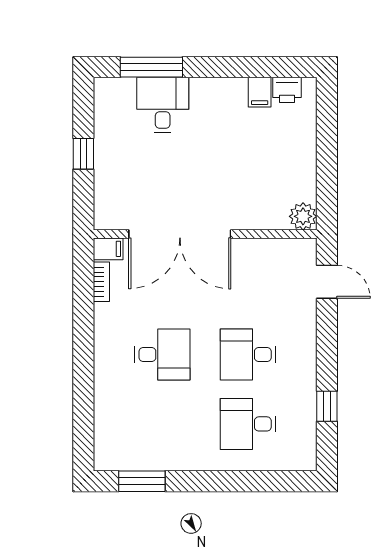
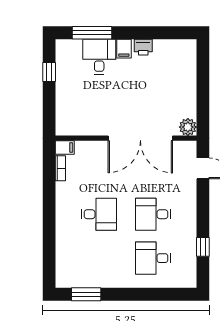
printer: (287, 90) -> (143, 47), moved
filing cabinet: (260, 92) -> (124, 49), moved
window: (83, 154) -> (49, 72), moved
double door: (180, 234) -> (140, 138), moved

